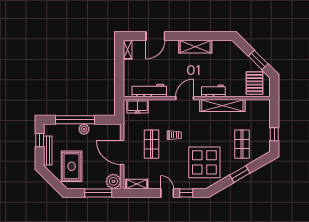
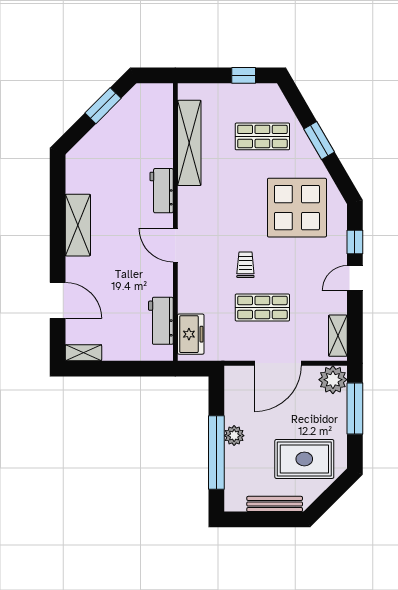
pallet: (254, 83) -> (147, 113), removed
workbench: (149, 90) -> (161, 321), width x0.73
shelving: (222, 106) -> (189, 143), moved
window: (40, 140) -> (255, 519), removed

